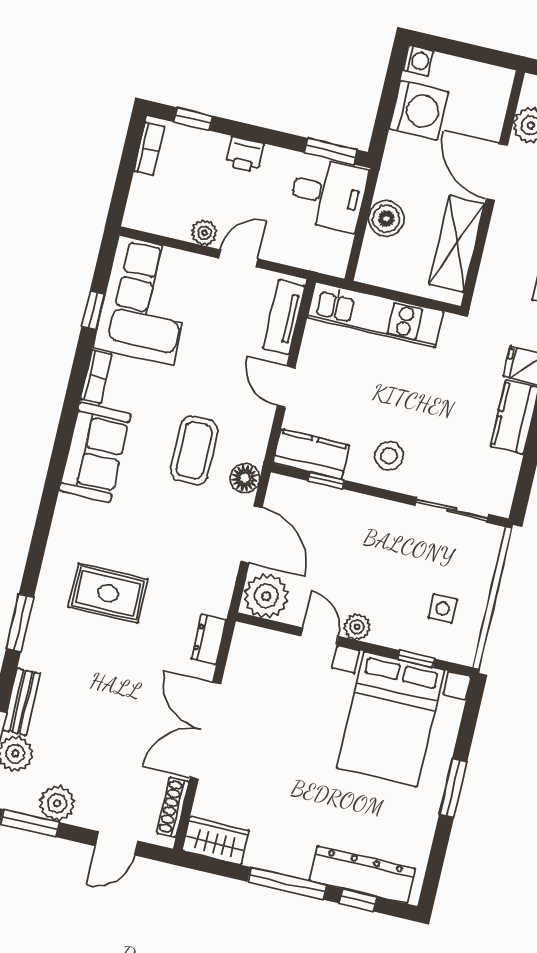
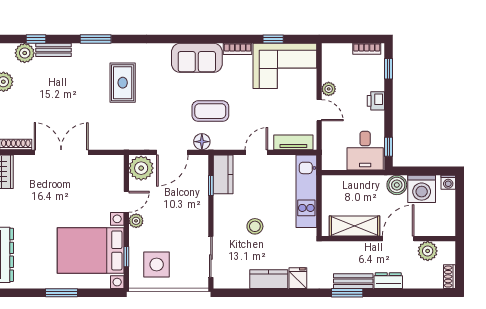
window: (331, 151) -> (389, 147), width x0.67
boiler: (386, 219) -> (397, 185), moved
stool: (389, 456) -> (255, 226), moved
side table: (443, 609) -> (157, 264), width x1.87, depth x1.87
dresser: (209, 639) -> (111, 143), removed

